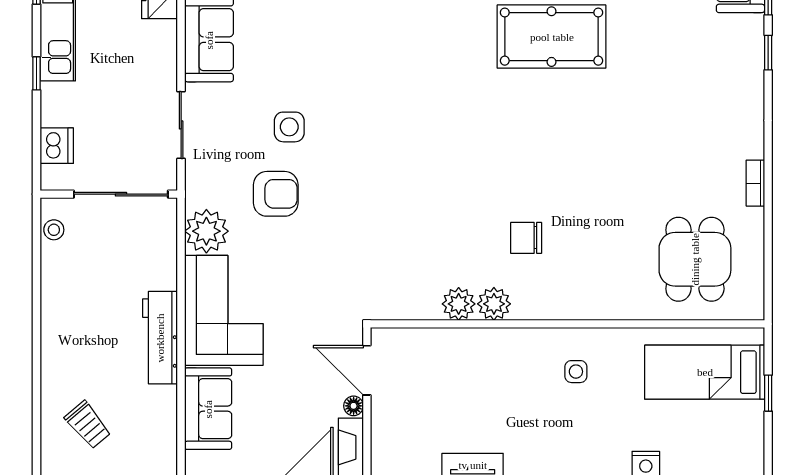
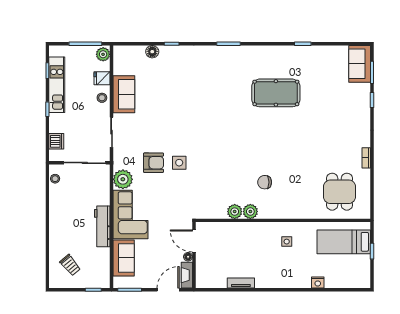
stool: (159, 47) -> (102, 98), added
side table: (289, 127) -> (179, 163), moved

